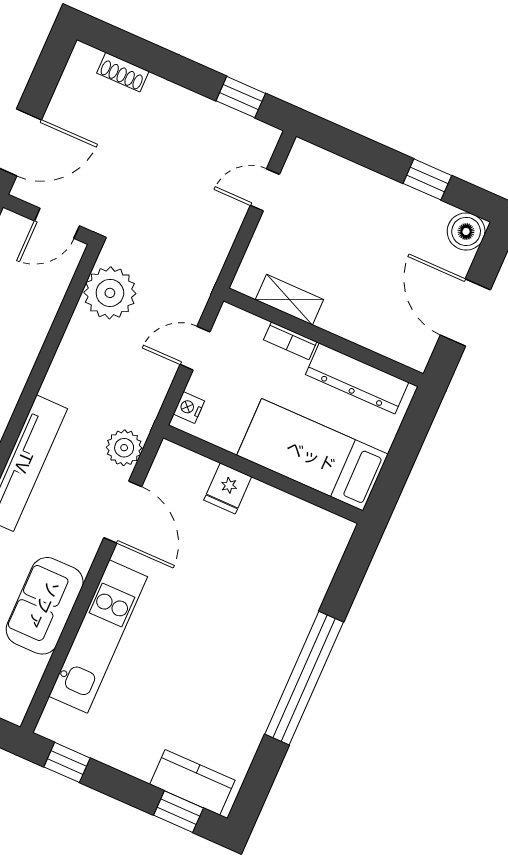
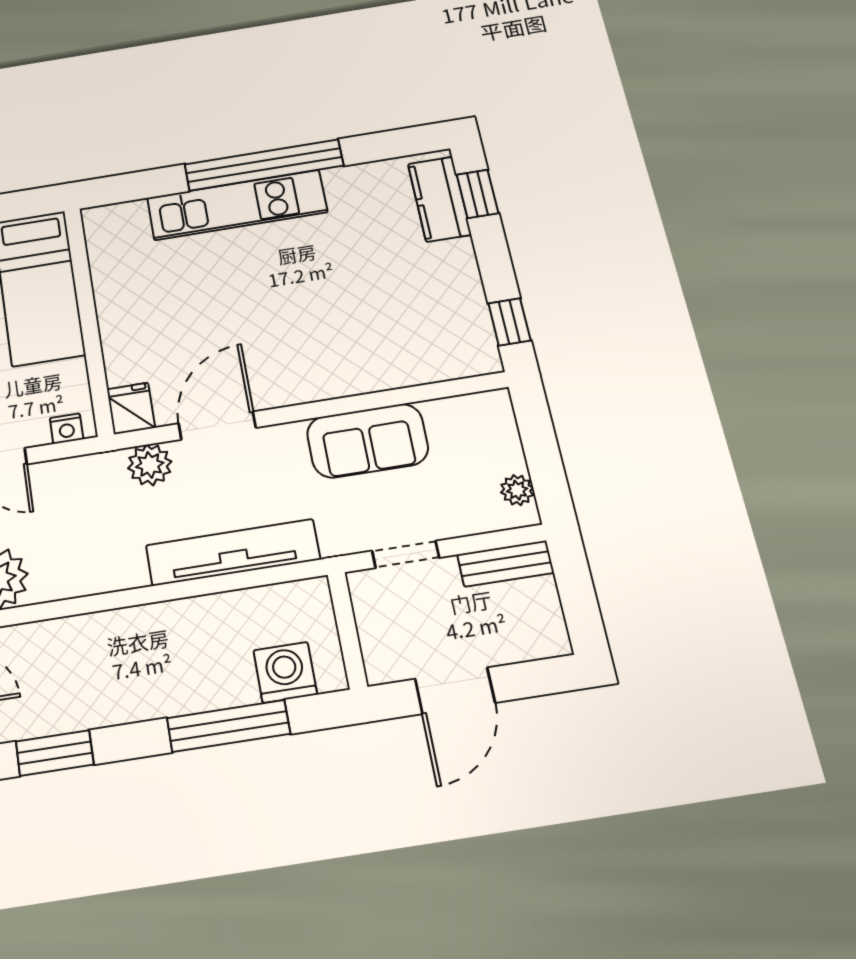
fridge: (228, 488) -> (131, 408), moved, turned -90
kitchen unit: (98, 636) -> (237, 205), moved, turned 180

